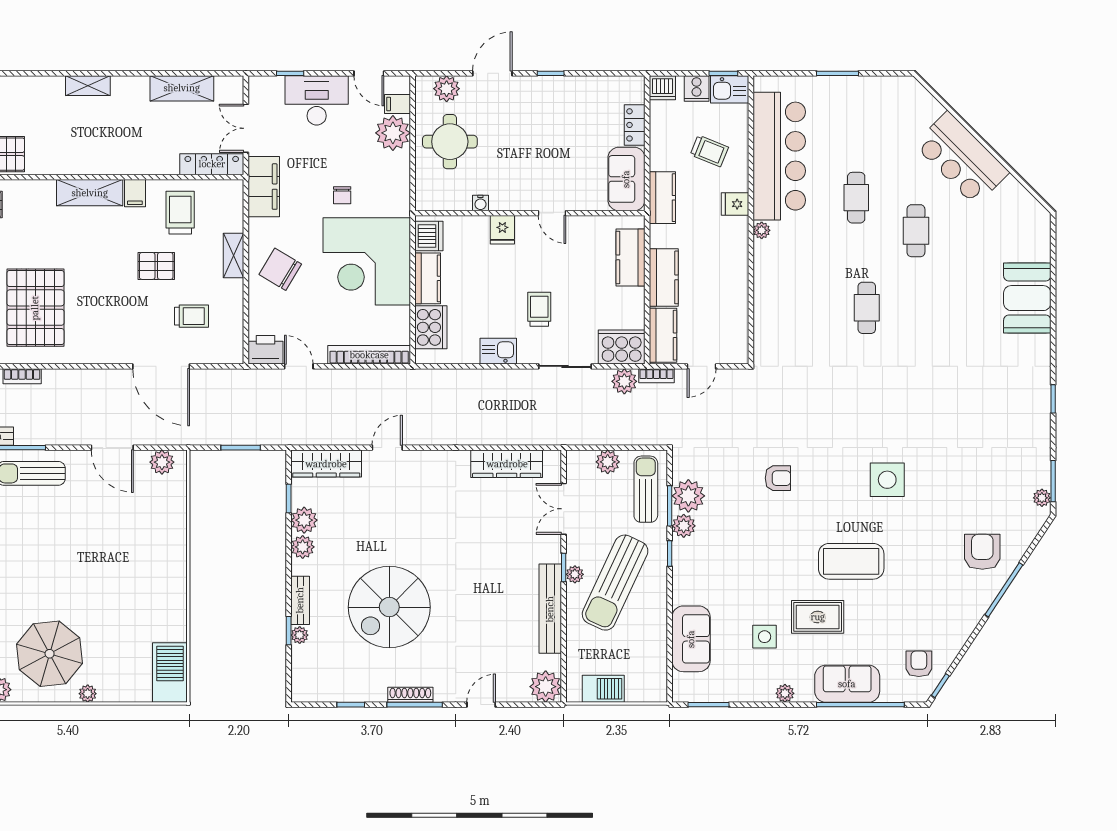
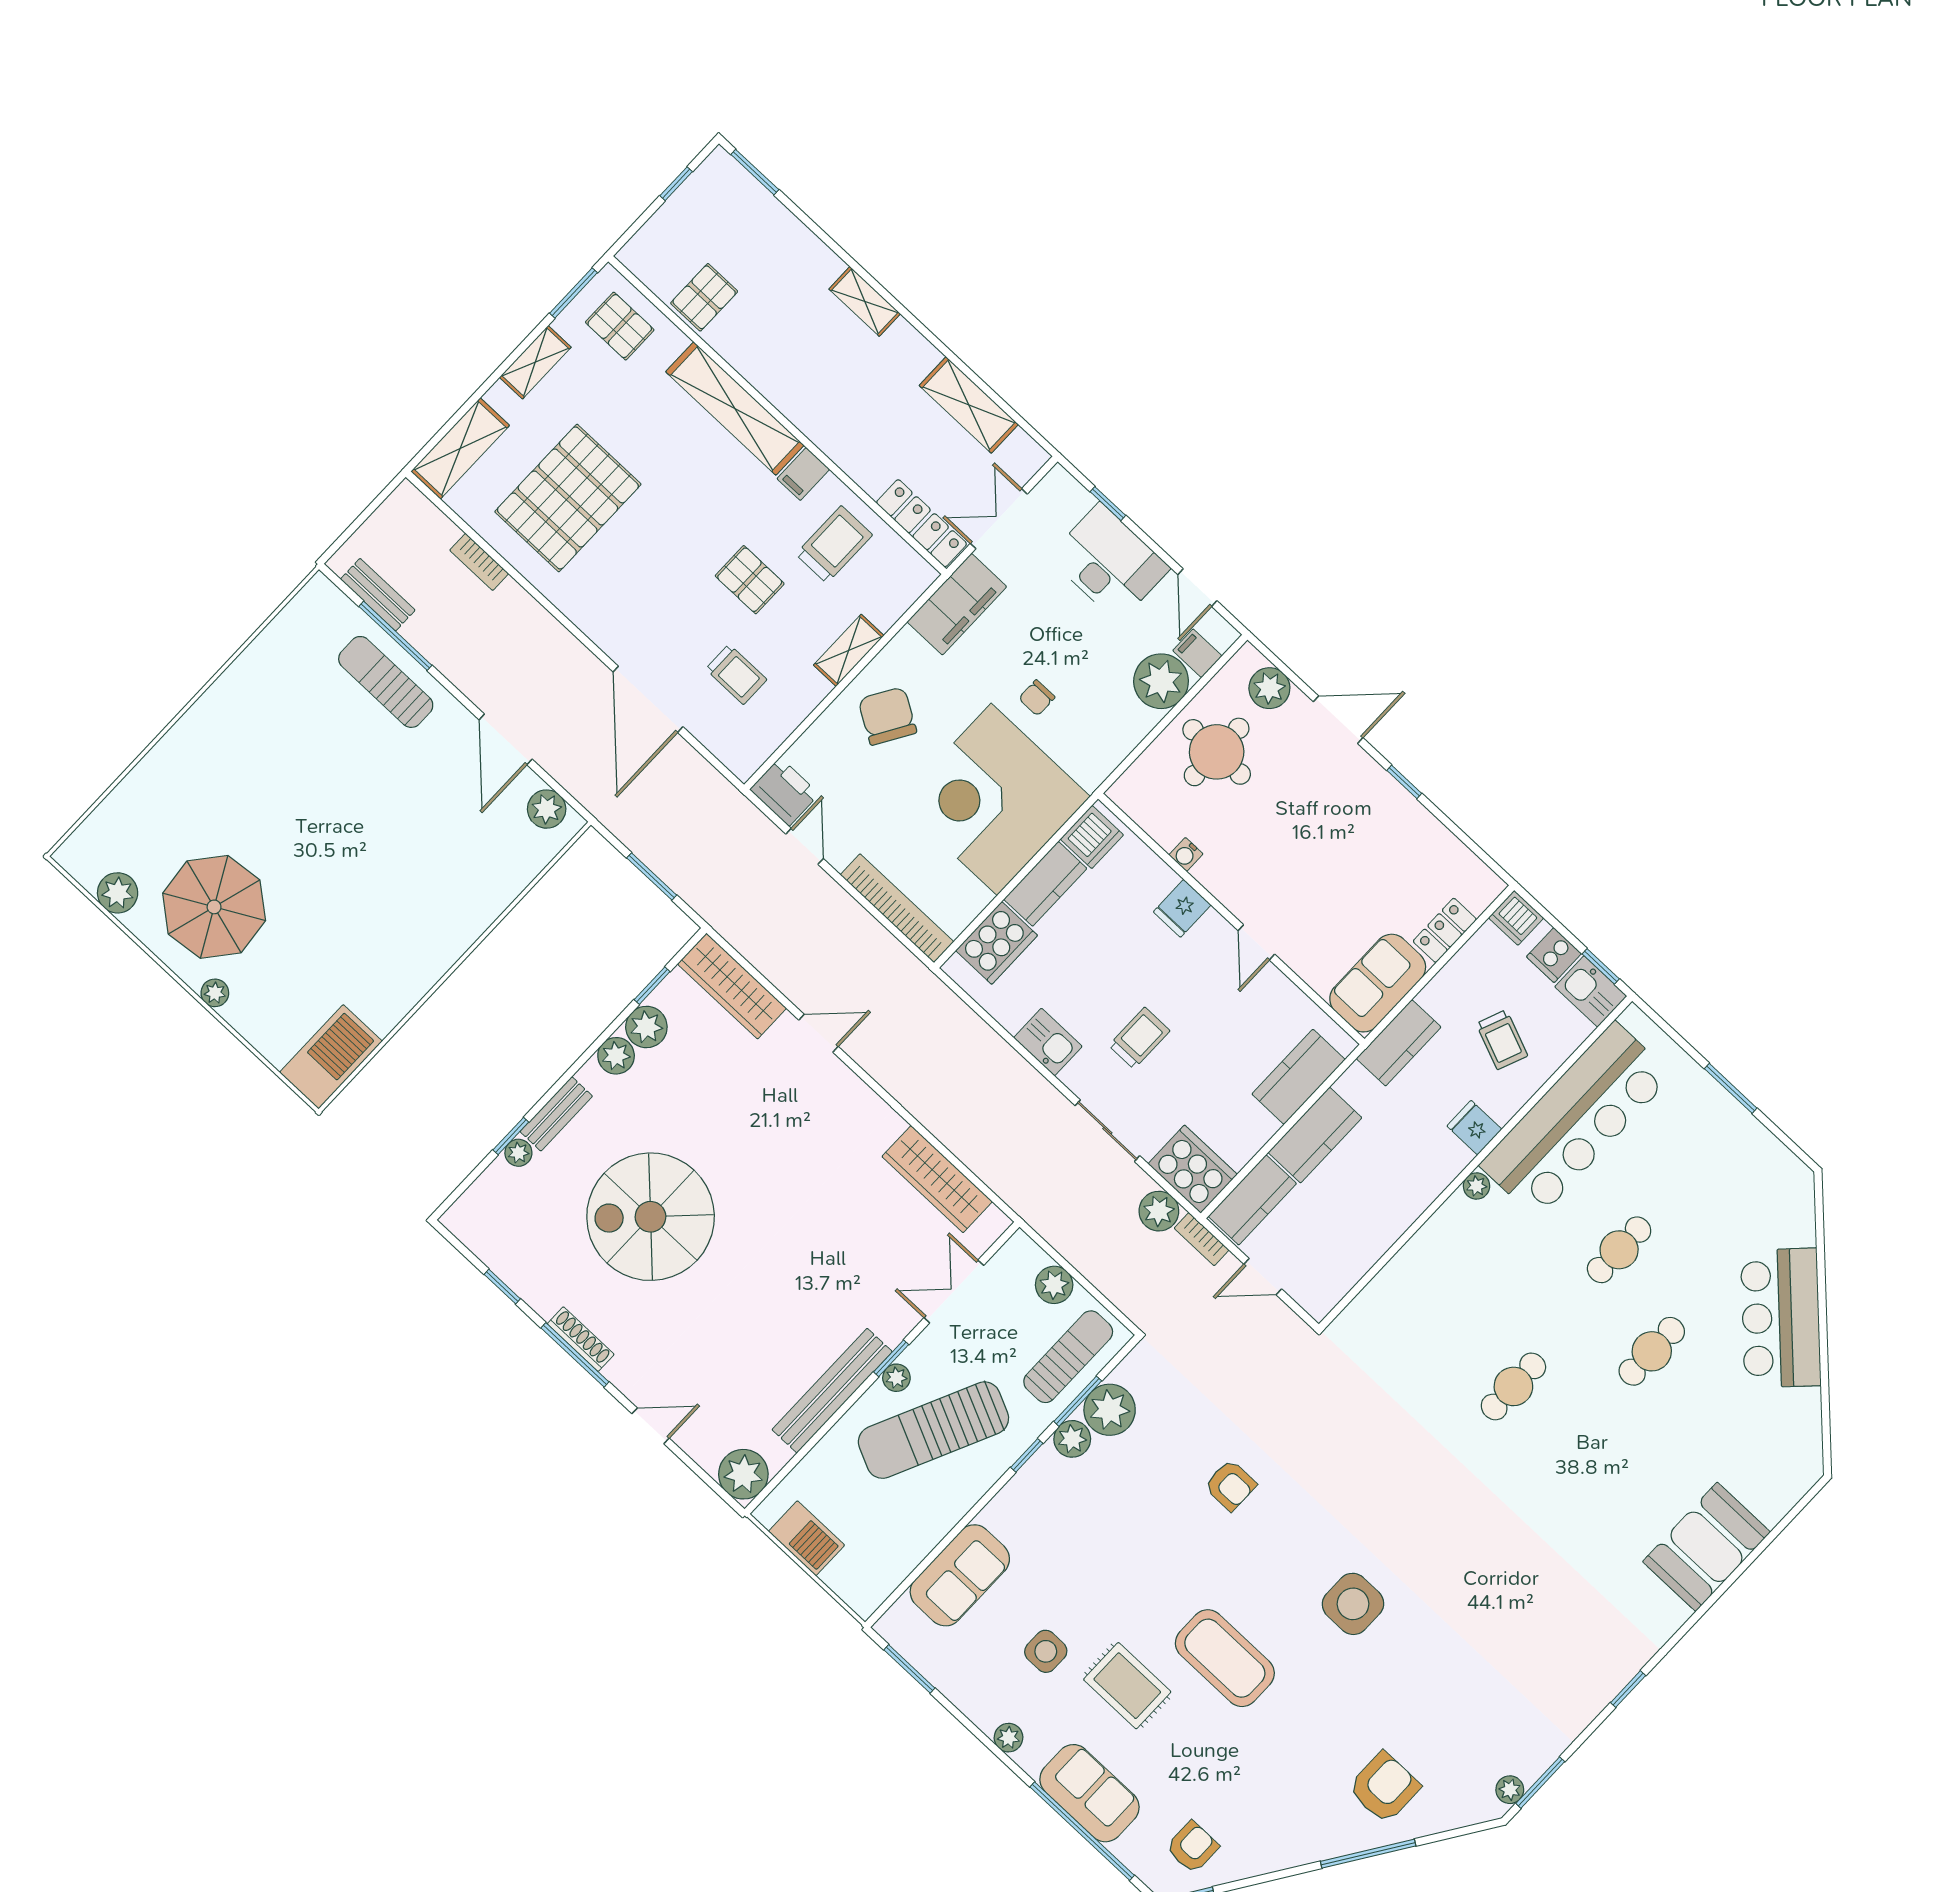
shelving: (90, 193) -> (735, 408), width x1.47

